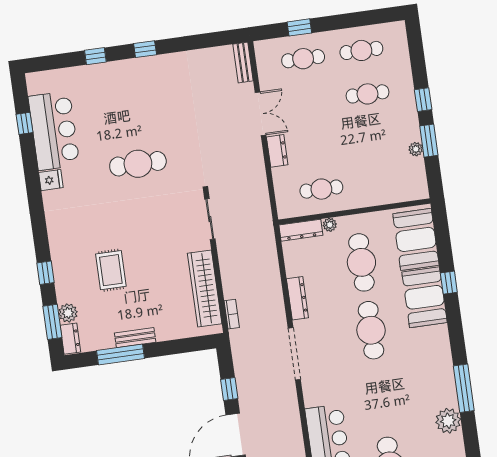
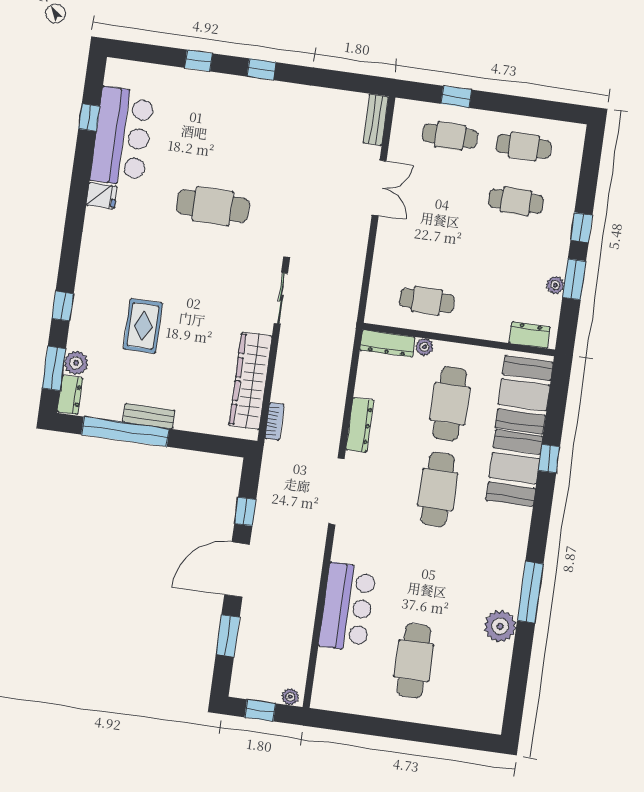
dresser: (277, 151) -> (530, 335), moved, turned -90
window: (120, 355) -> (125, 432), width x1.46

